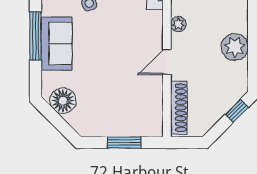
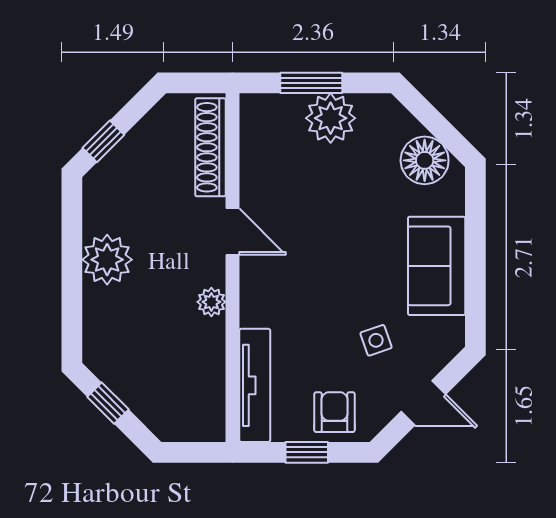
window: (36, 36) -> (475, 280), removed
door: (167, 62) -> (233, 232), hinge flipped
plant: (114, 124) -> (331, 118), added

